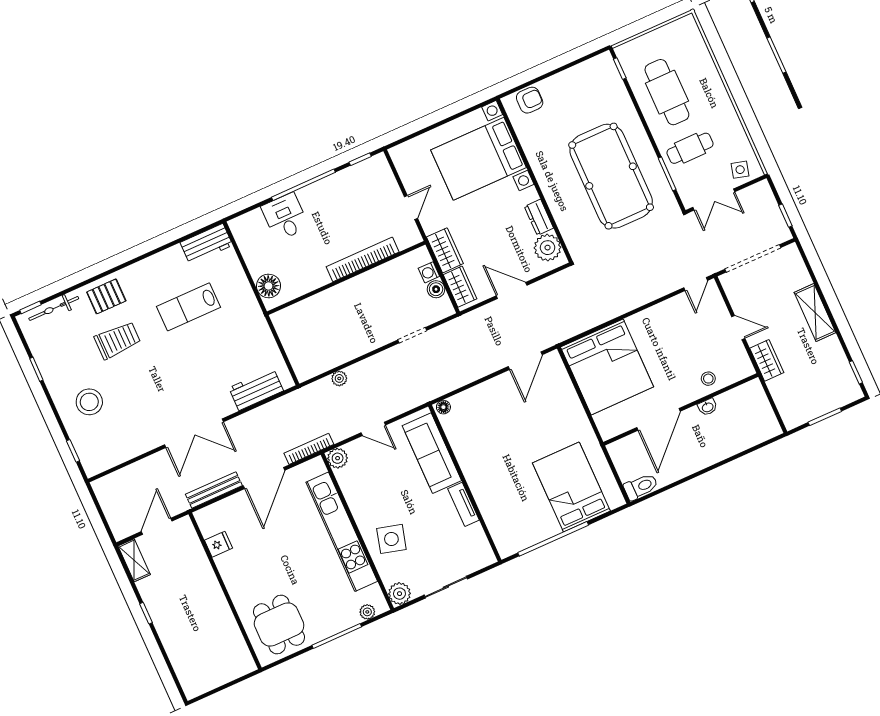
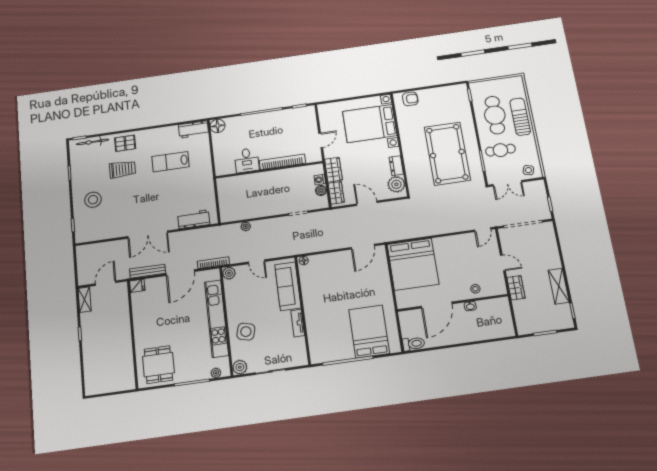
sun lounger: (706, 84) -> (520, 117), added
desk: (285, 217) -> (247, 160), moved, turned 180
floor lamp: (269, 286) -> (218, 126), moved
shelving: (815, 313) -> (559, 286), moved
fridge: (218, 544) -> (137, 286), moved

